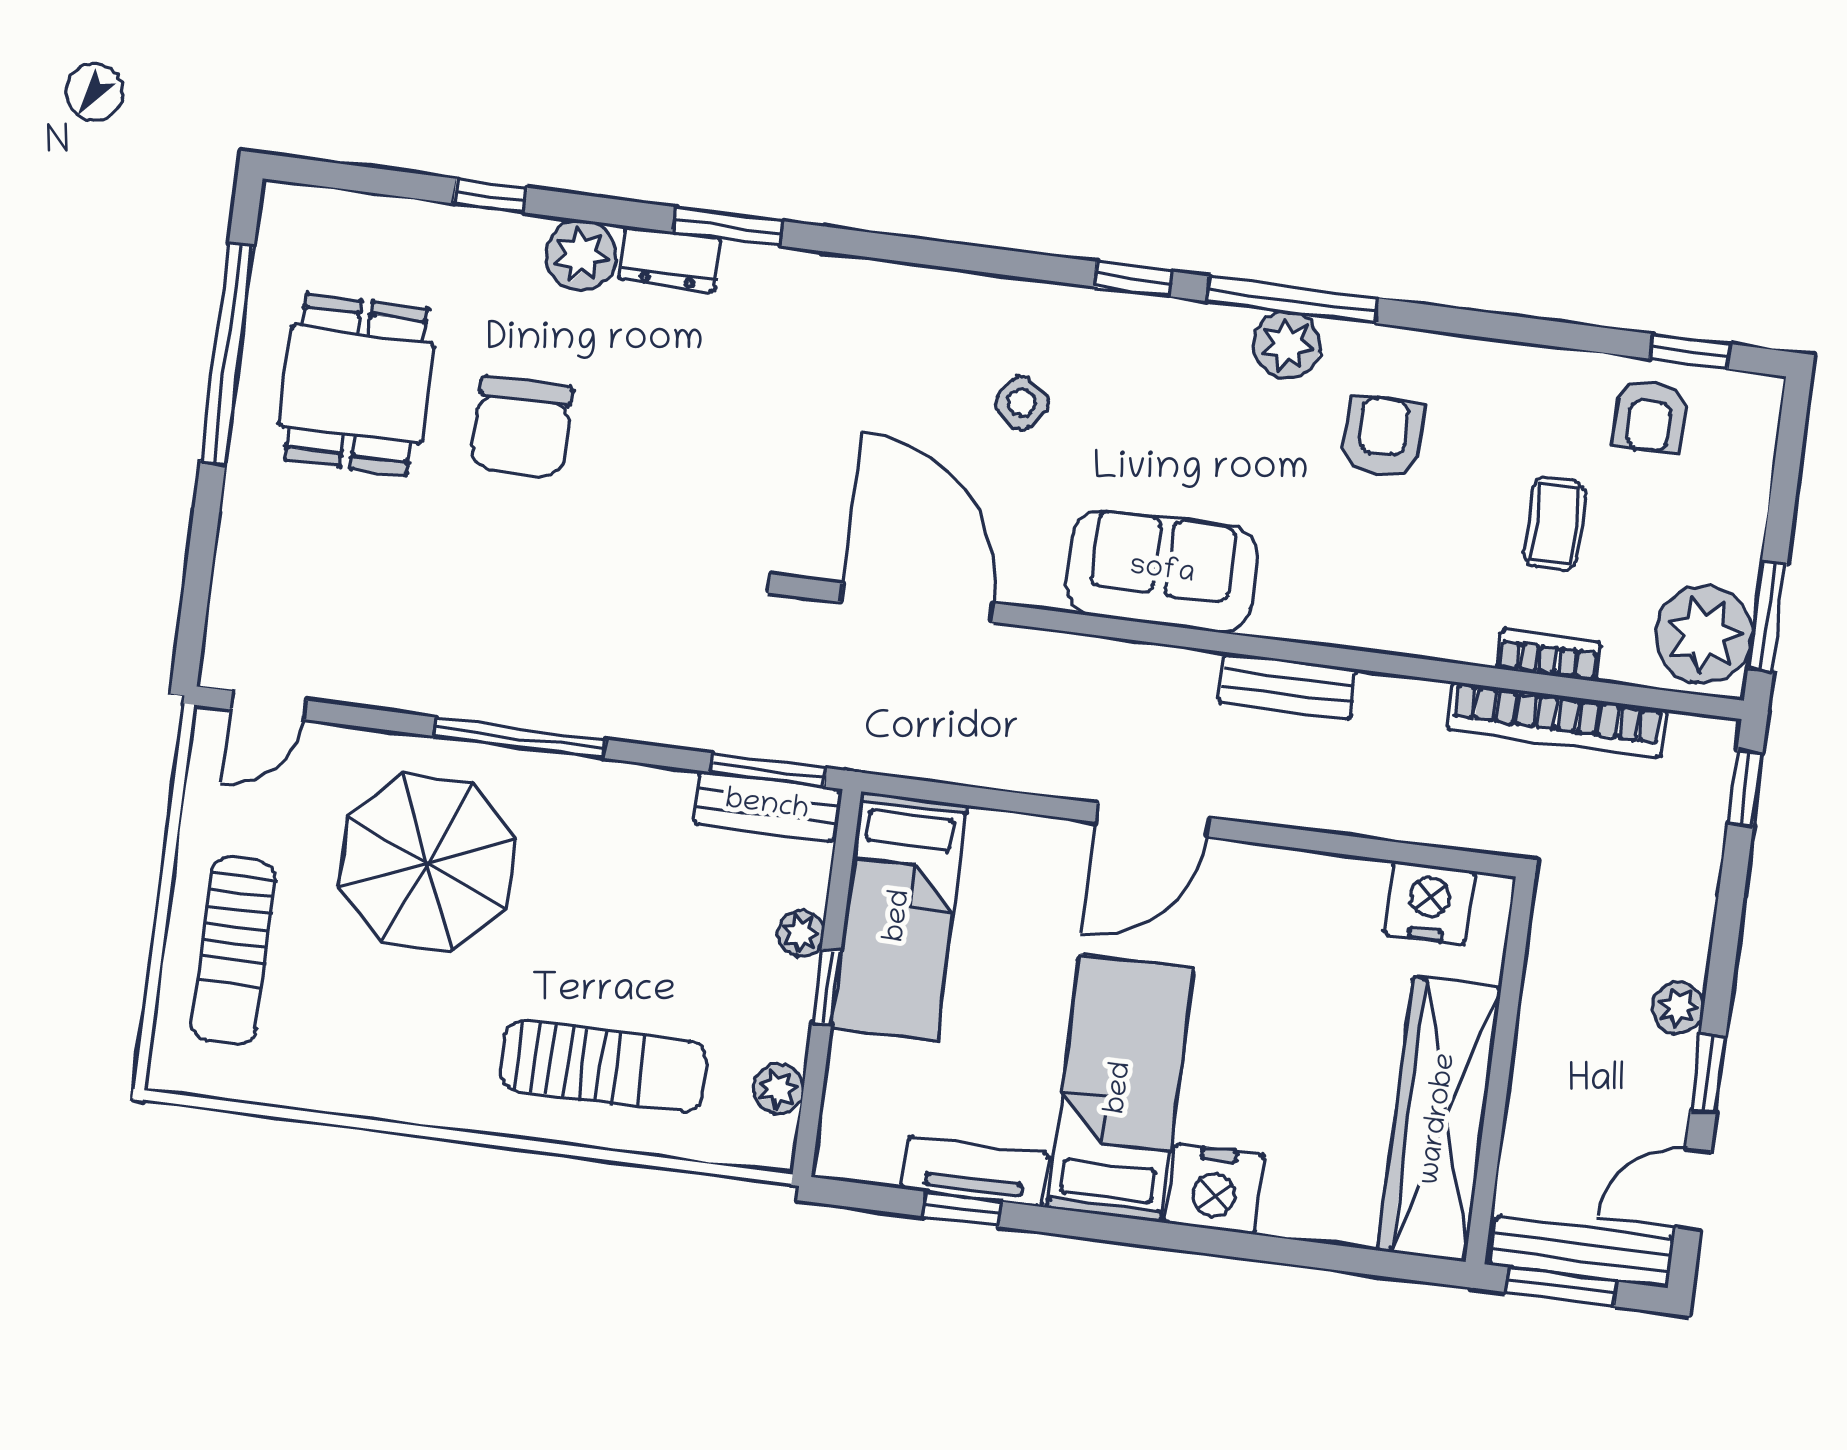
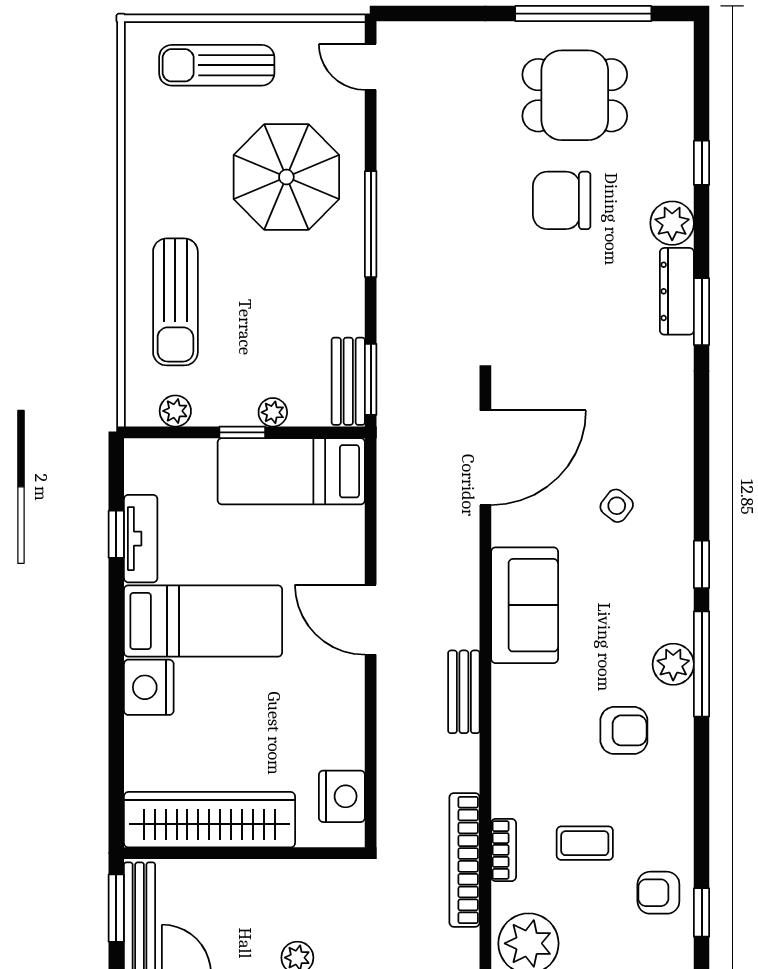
dresser: (670, 259) -> (677, 291), width x1.44

